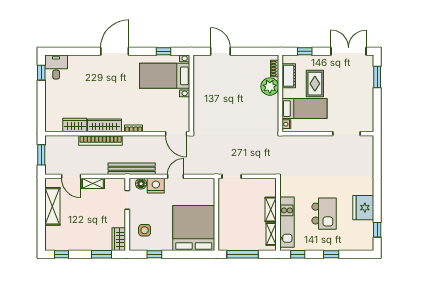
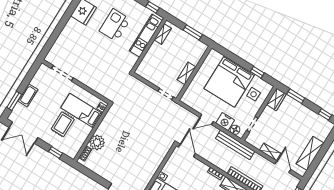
cot: (289, 76) -> (28, 95), moved
shelving: (271, 210) -> (187, 73), moved
bed: (194, 228) -> (229, 81), moved
window: (243, 254) -> (193, 32), width x0.69

